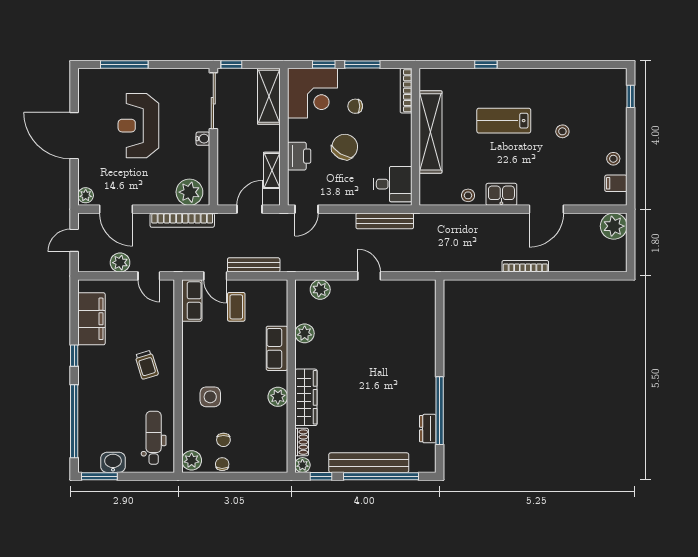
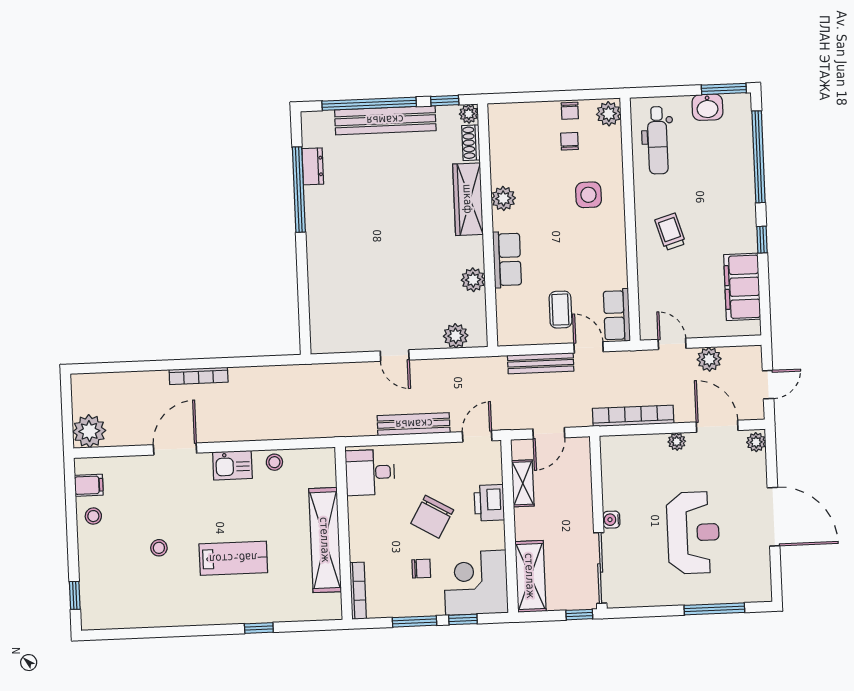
plant: (189, 192) -> (677, 442), moved, width x0.53, depth x0.53
bench: (385, 221) -> (414, 424), moved

